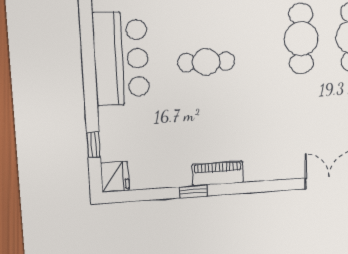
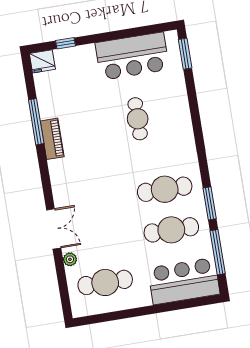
window: (193, 191) -> (36, 122), width x2.17

